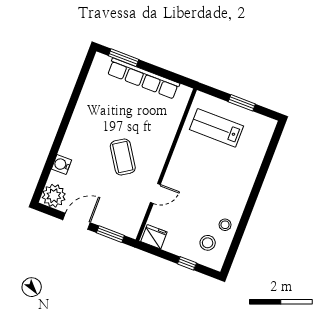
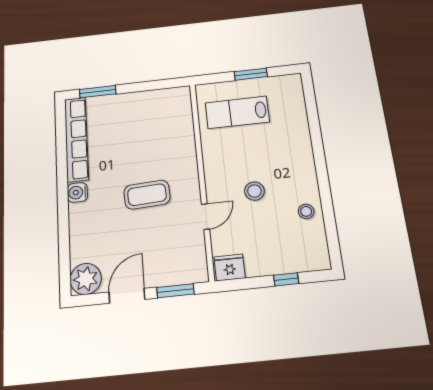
row of seats: (143, 79) -> (76, 139), moved, turned -90
coffee table: (123, 157) -> (147, 195), turned -60
water cooler: (61, 165) -> (77, 192), moved
stool: (208, 243) -> (254, 191), moved

